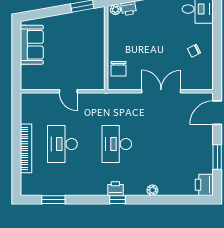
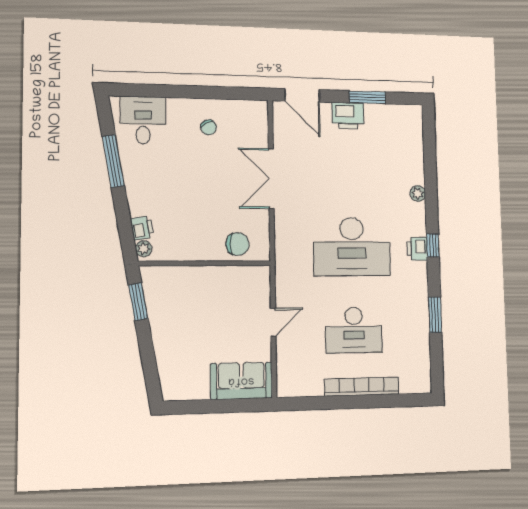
sofa: (32, 45) -> (241, 381), moved
desk: (117, 144) -> (352, 247), width x1.36, depth x1.30
printer: (204, 185) -> (348, 116), moved
window: (53, 200) -> (435, 315), moved

